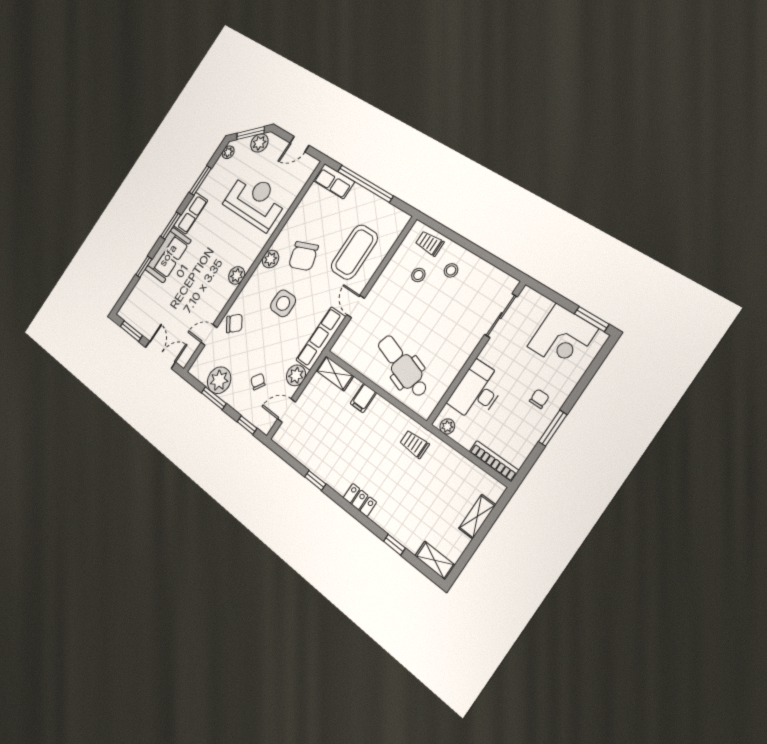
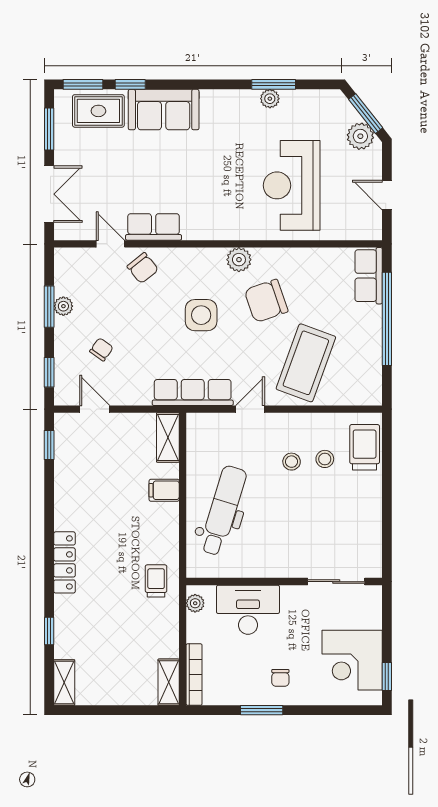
plant: (228, 152) -> (270, 99), moved
reception desk: (255, 201) -> (292, 185), turned 180
row of seats: (191, 213) -> (154, 227), moved, turned 180
window: (171, 226) -> (83, 84), moved
trolley: (430, 243) -> (365, 447), width x1.36, depth x1.39
coffee table: (354, 252) -> (306, 363), turned -70
stool: (451, 270) -> (292, 462), moved
plant: (237, 275) -> (196, 228), removed
rug: (143, 295) -> (98, 111), added
window: (592, 319) -> (387, 676), width x0.67
plant: (296, 375) -> (137, 392), removed
plant: (219, 380) -> (63, 306), width x0.53, depth x0.53
chair: (539, 399) -> (280, 678), turned 90
window: (315, 480) -> (49, 445), moved
locker: (360, 500) -> (65, 562), width x1.53
shelving: (477, 517) -> (169, 682), moved, turned 90

